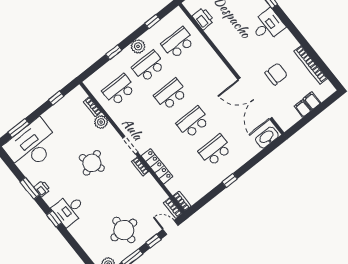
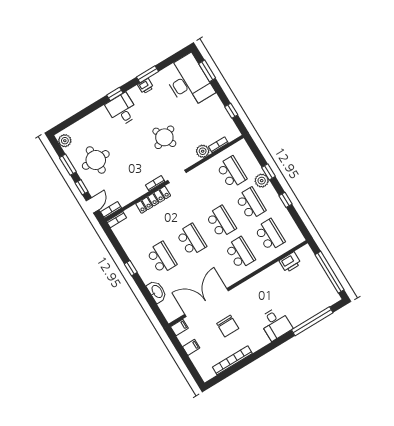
window: (152, 21) -> (285, 200), moved
plant: (138, 46) -> (262, 181), moved
school desk: (200, 71) -> (240, 253), added
filing cabinet: (312, 101) -> (179, 327), moved
washbasin: (267, 137) -> (157, 292), moved

